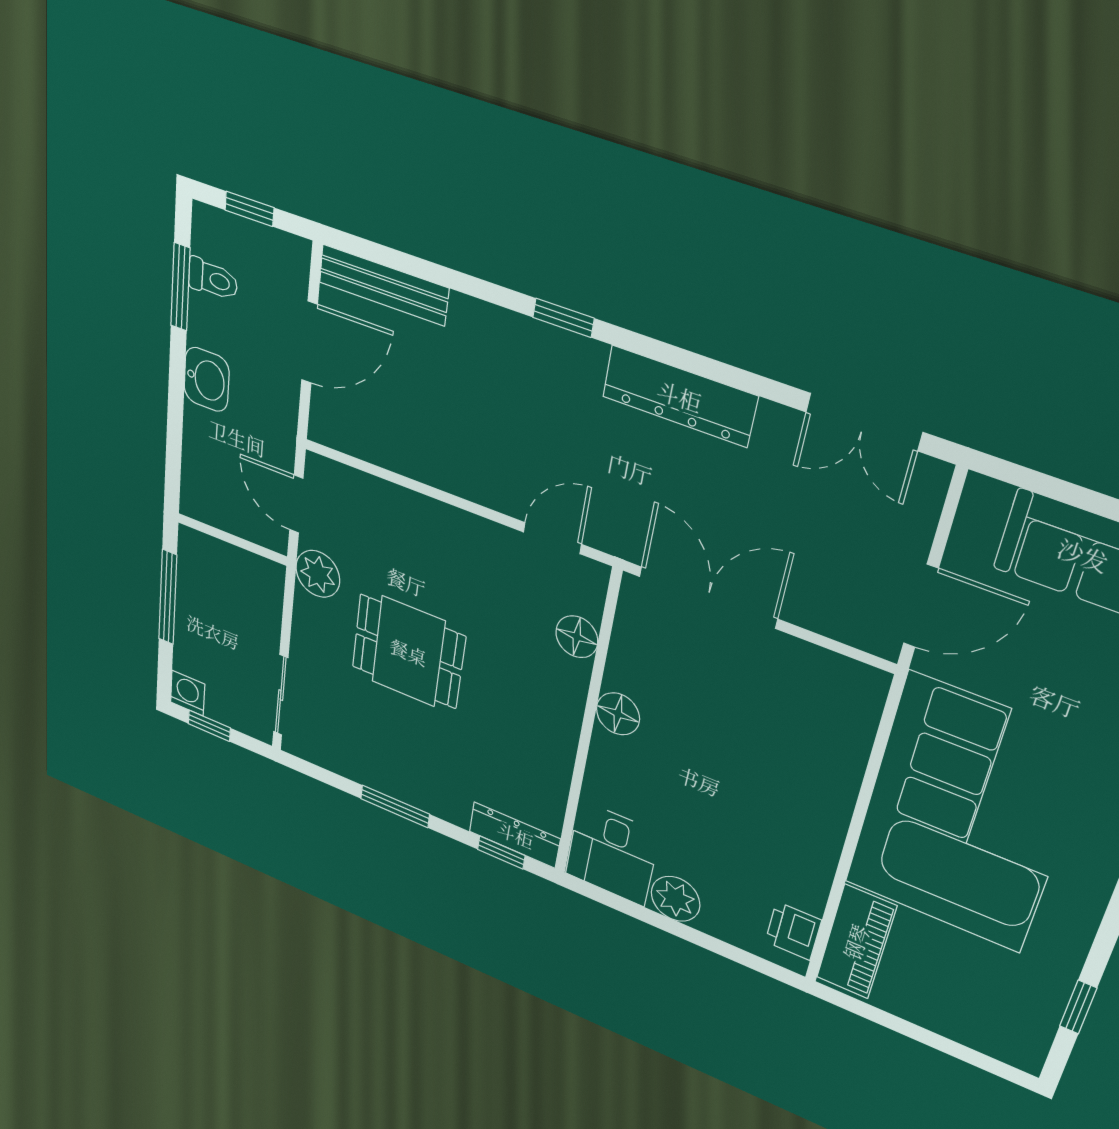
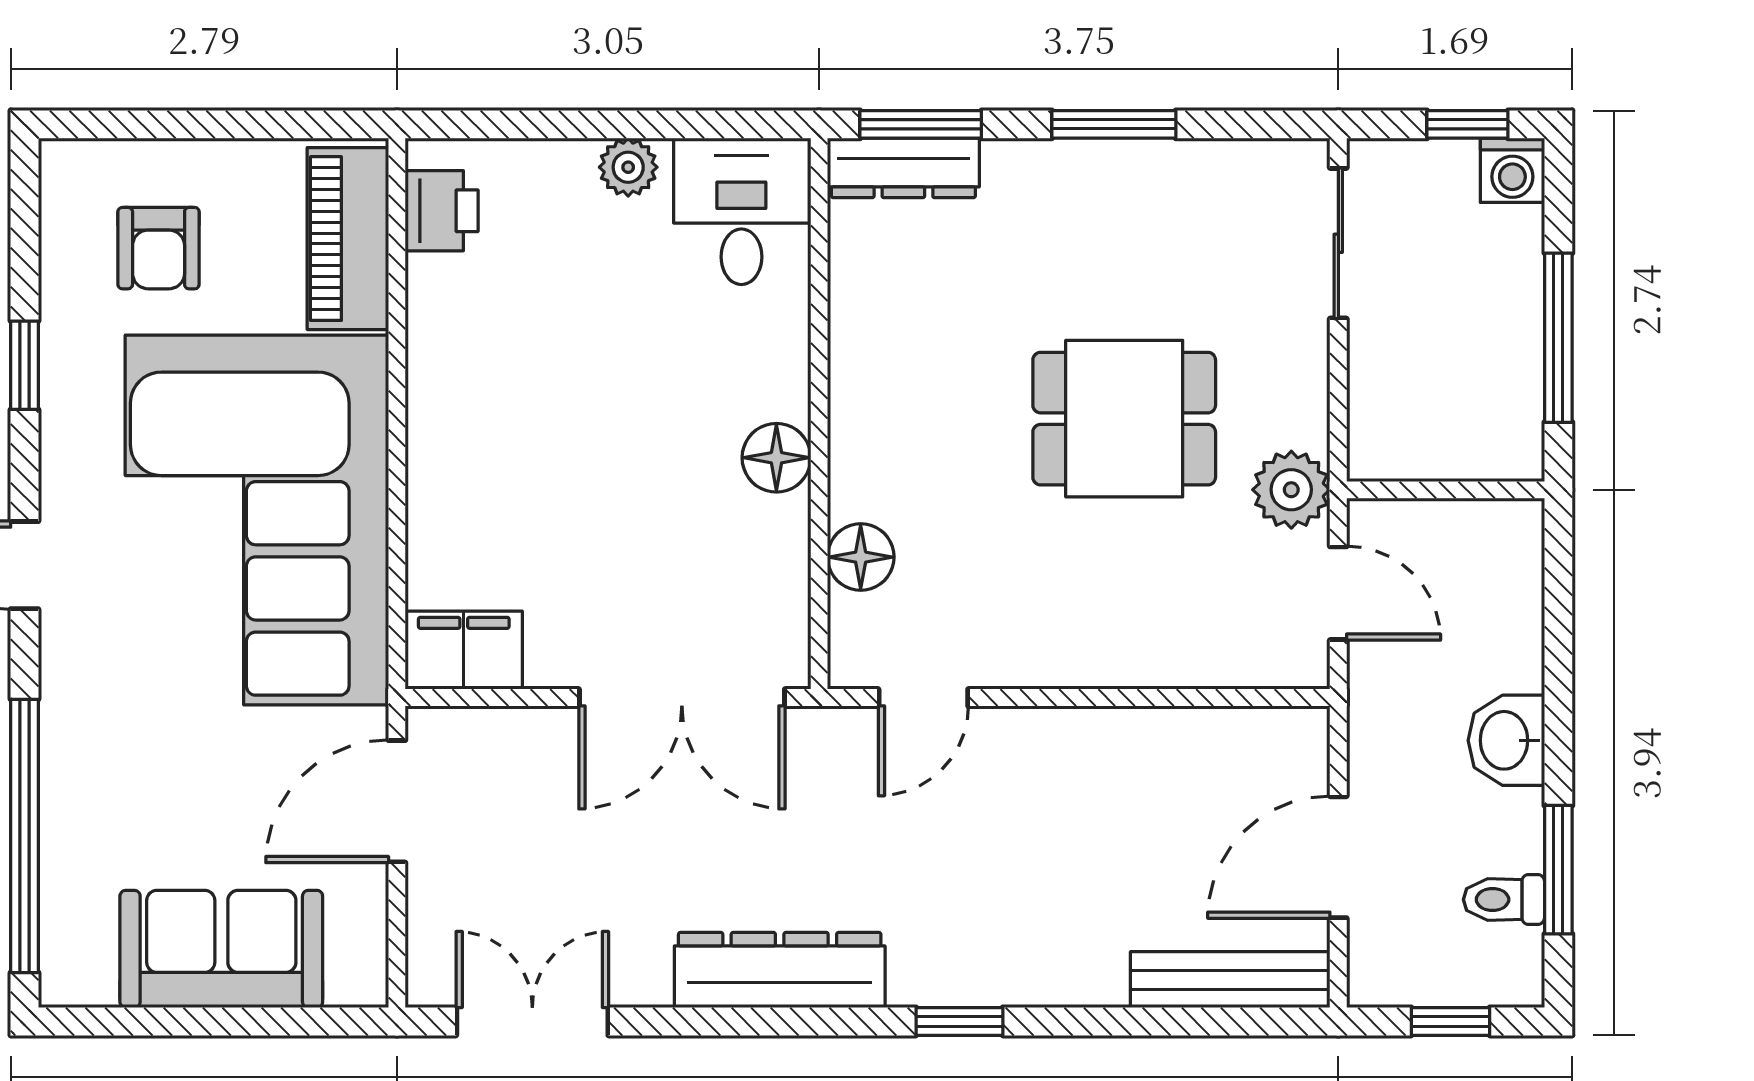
filing cabinet: (847, 683) -> (464, 650), added
window: (501, 852) -> (921, 124), width x1.50
plant: (675, 899) -> (628, 167), width x0.73, depth x0.73
armchair: (981, 989) -> (159, 248), added
window: (1078, 1007) -> (24, 365), moved

